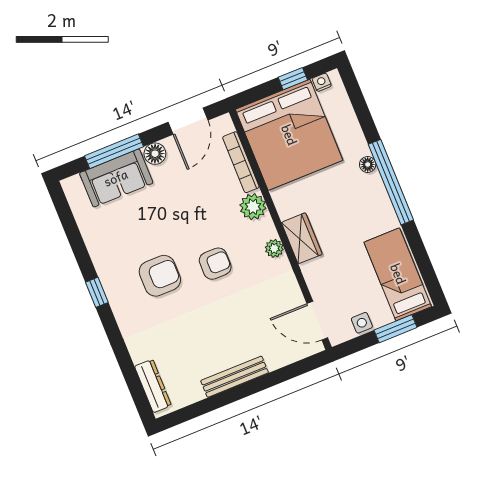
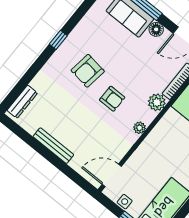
wardrobe: (302, 238) -> (154, 140), removed
armchair: (160, 276) -> (88, 71), turned 98
door: (317, 321) -> (112, 175), hinge flipped

